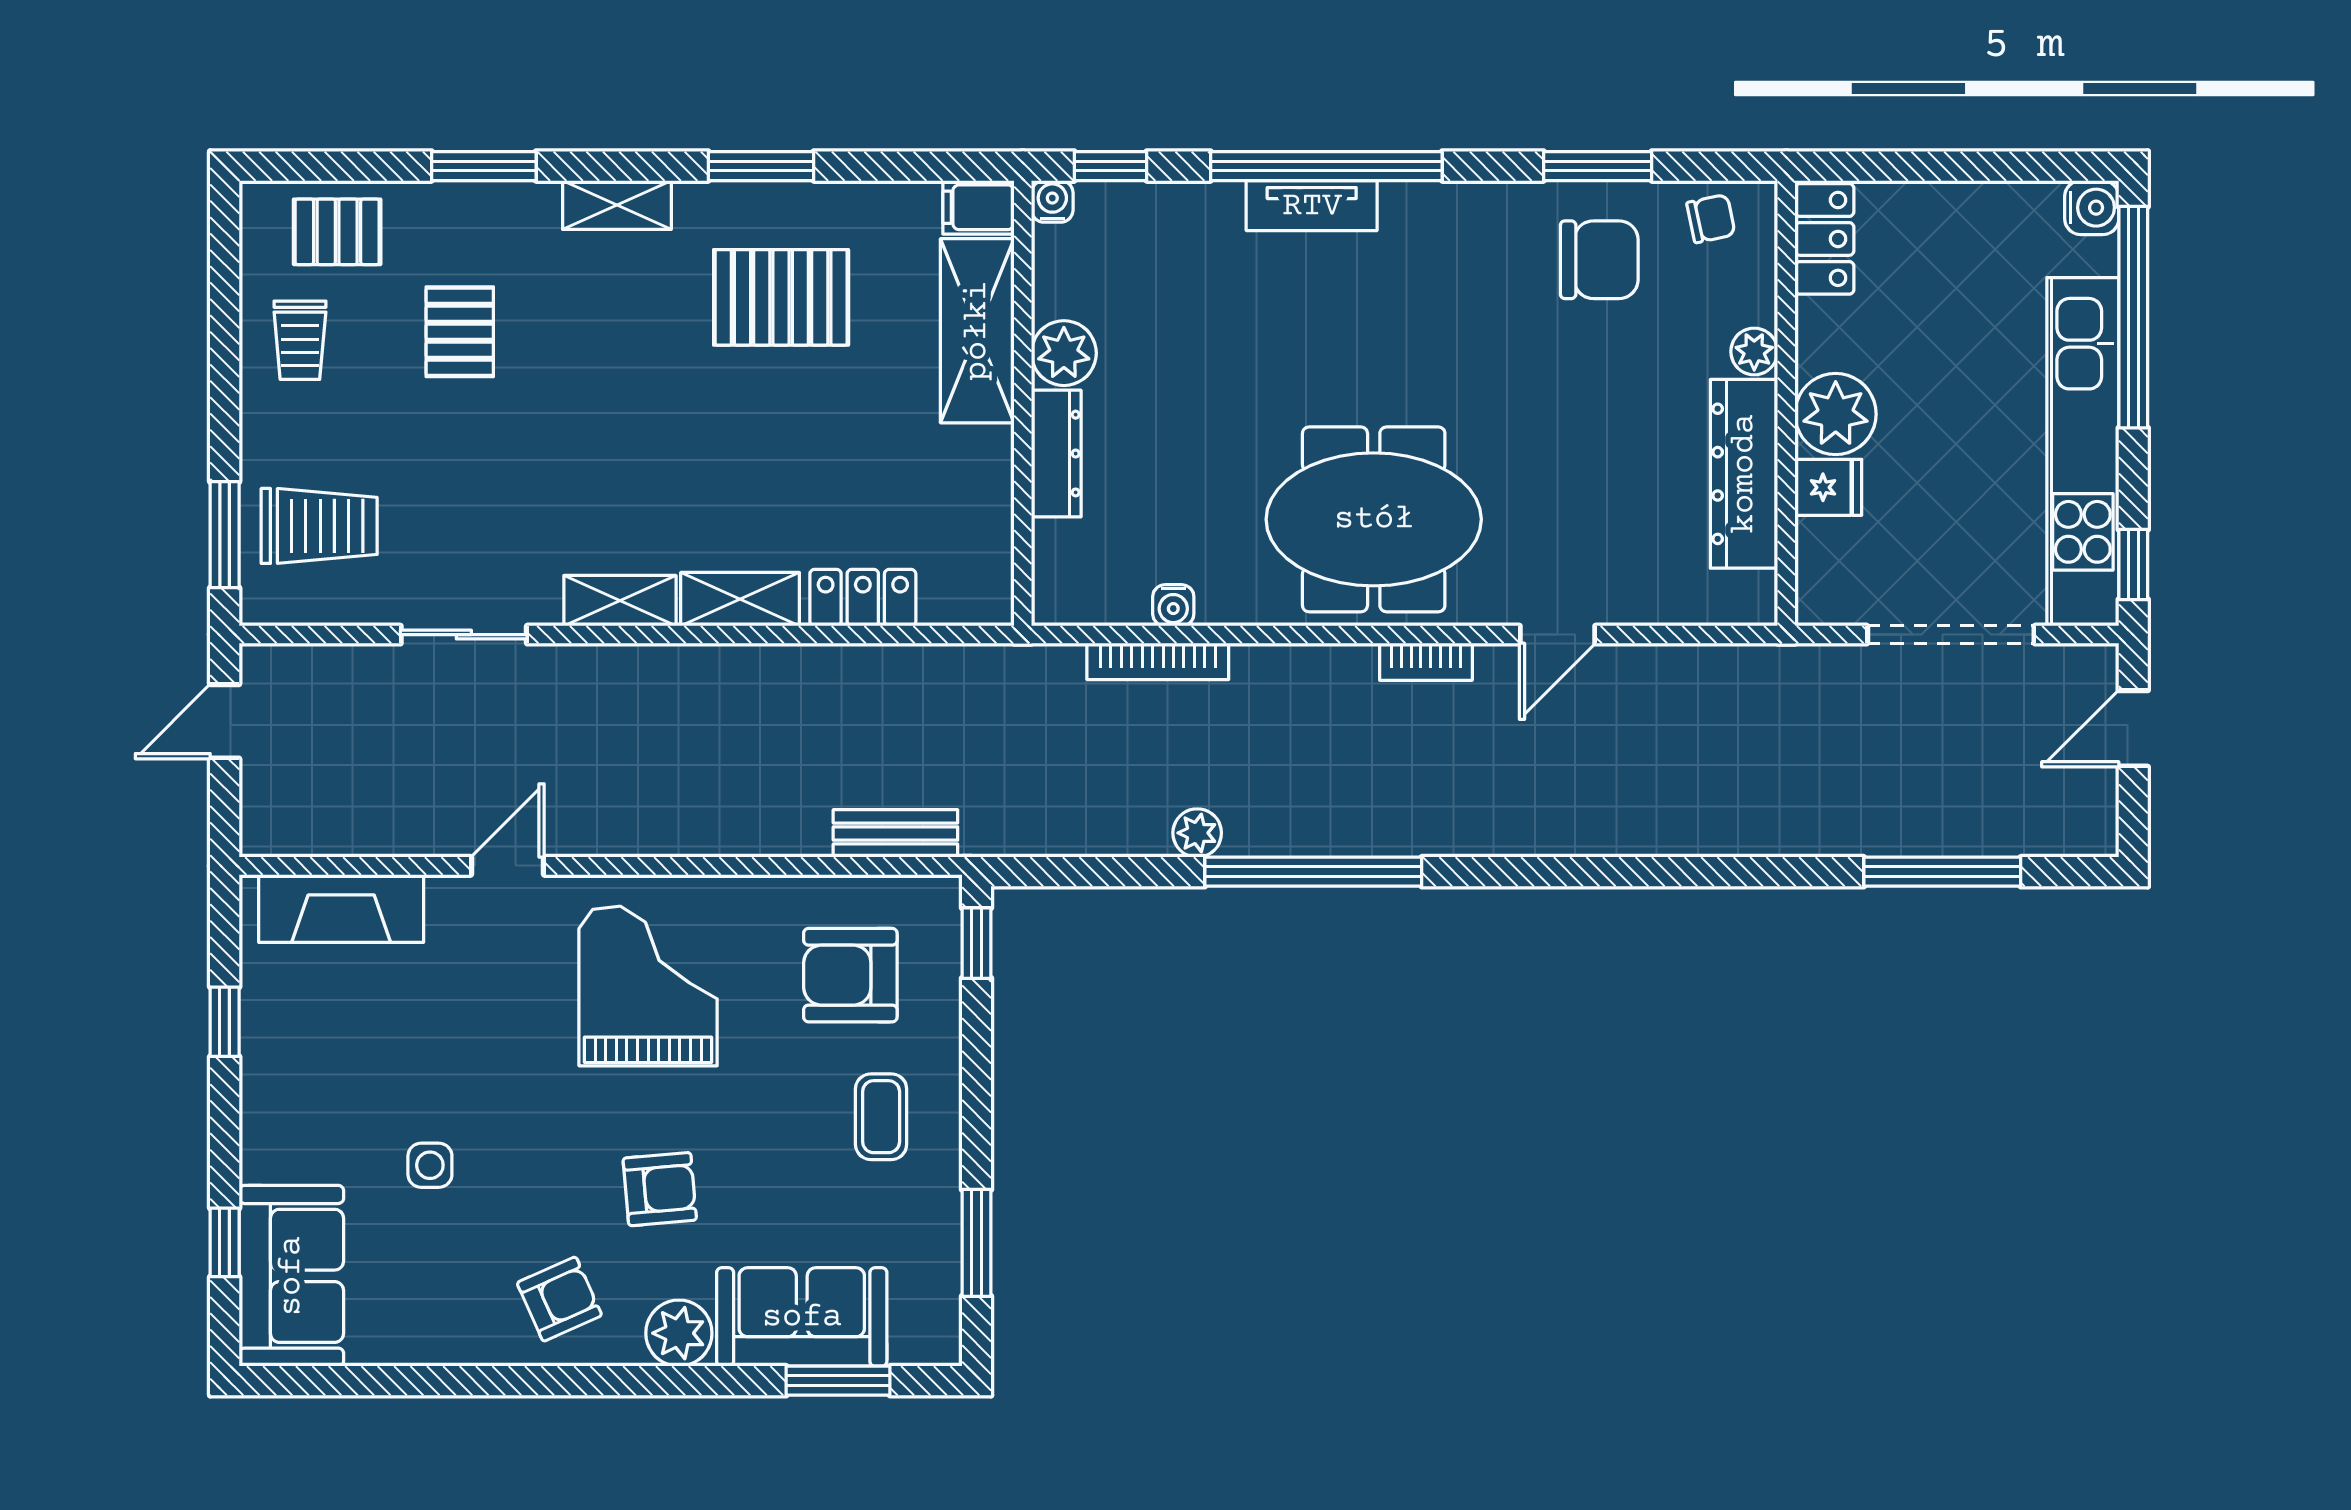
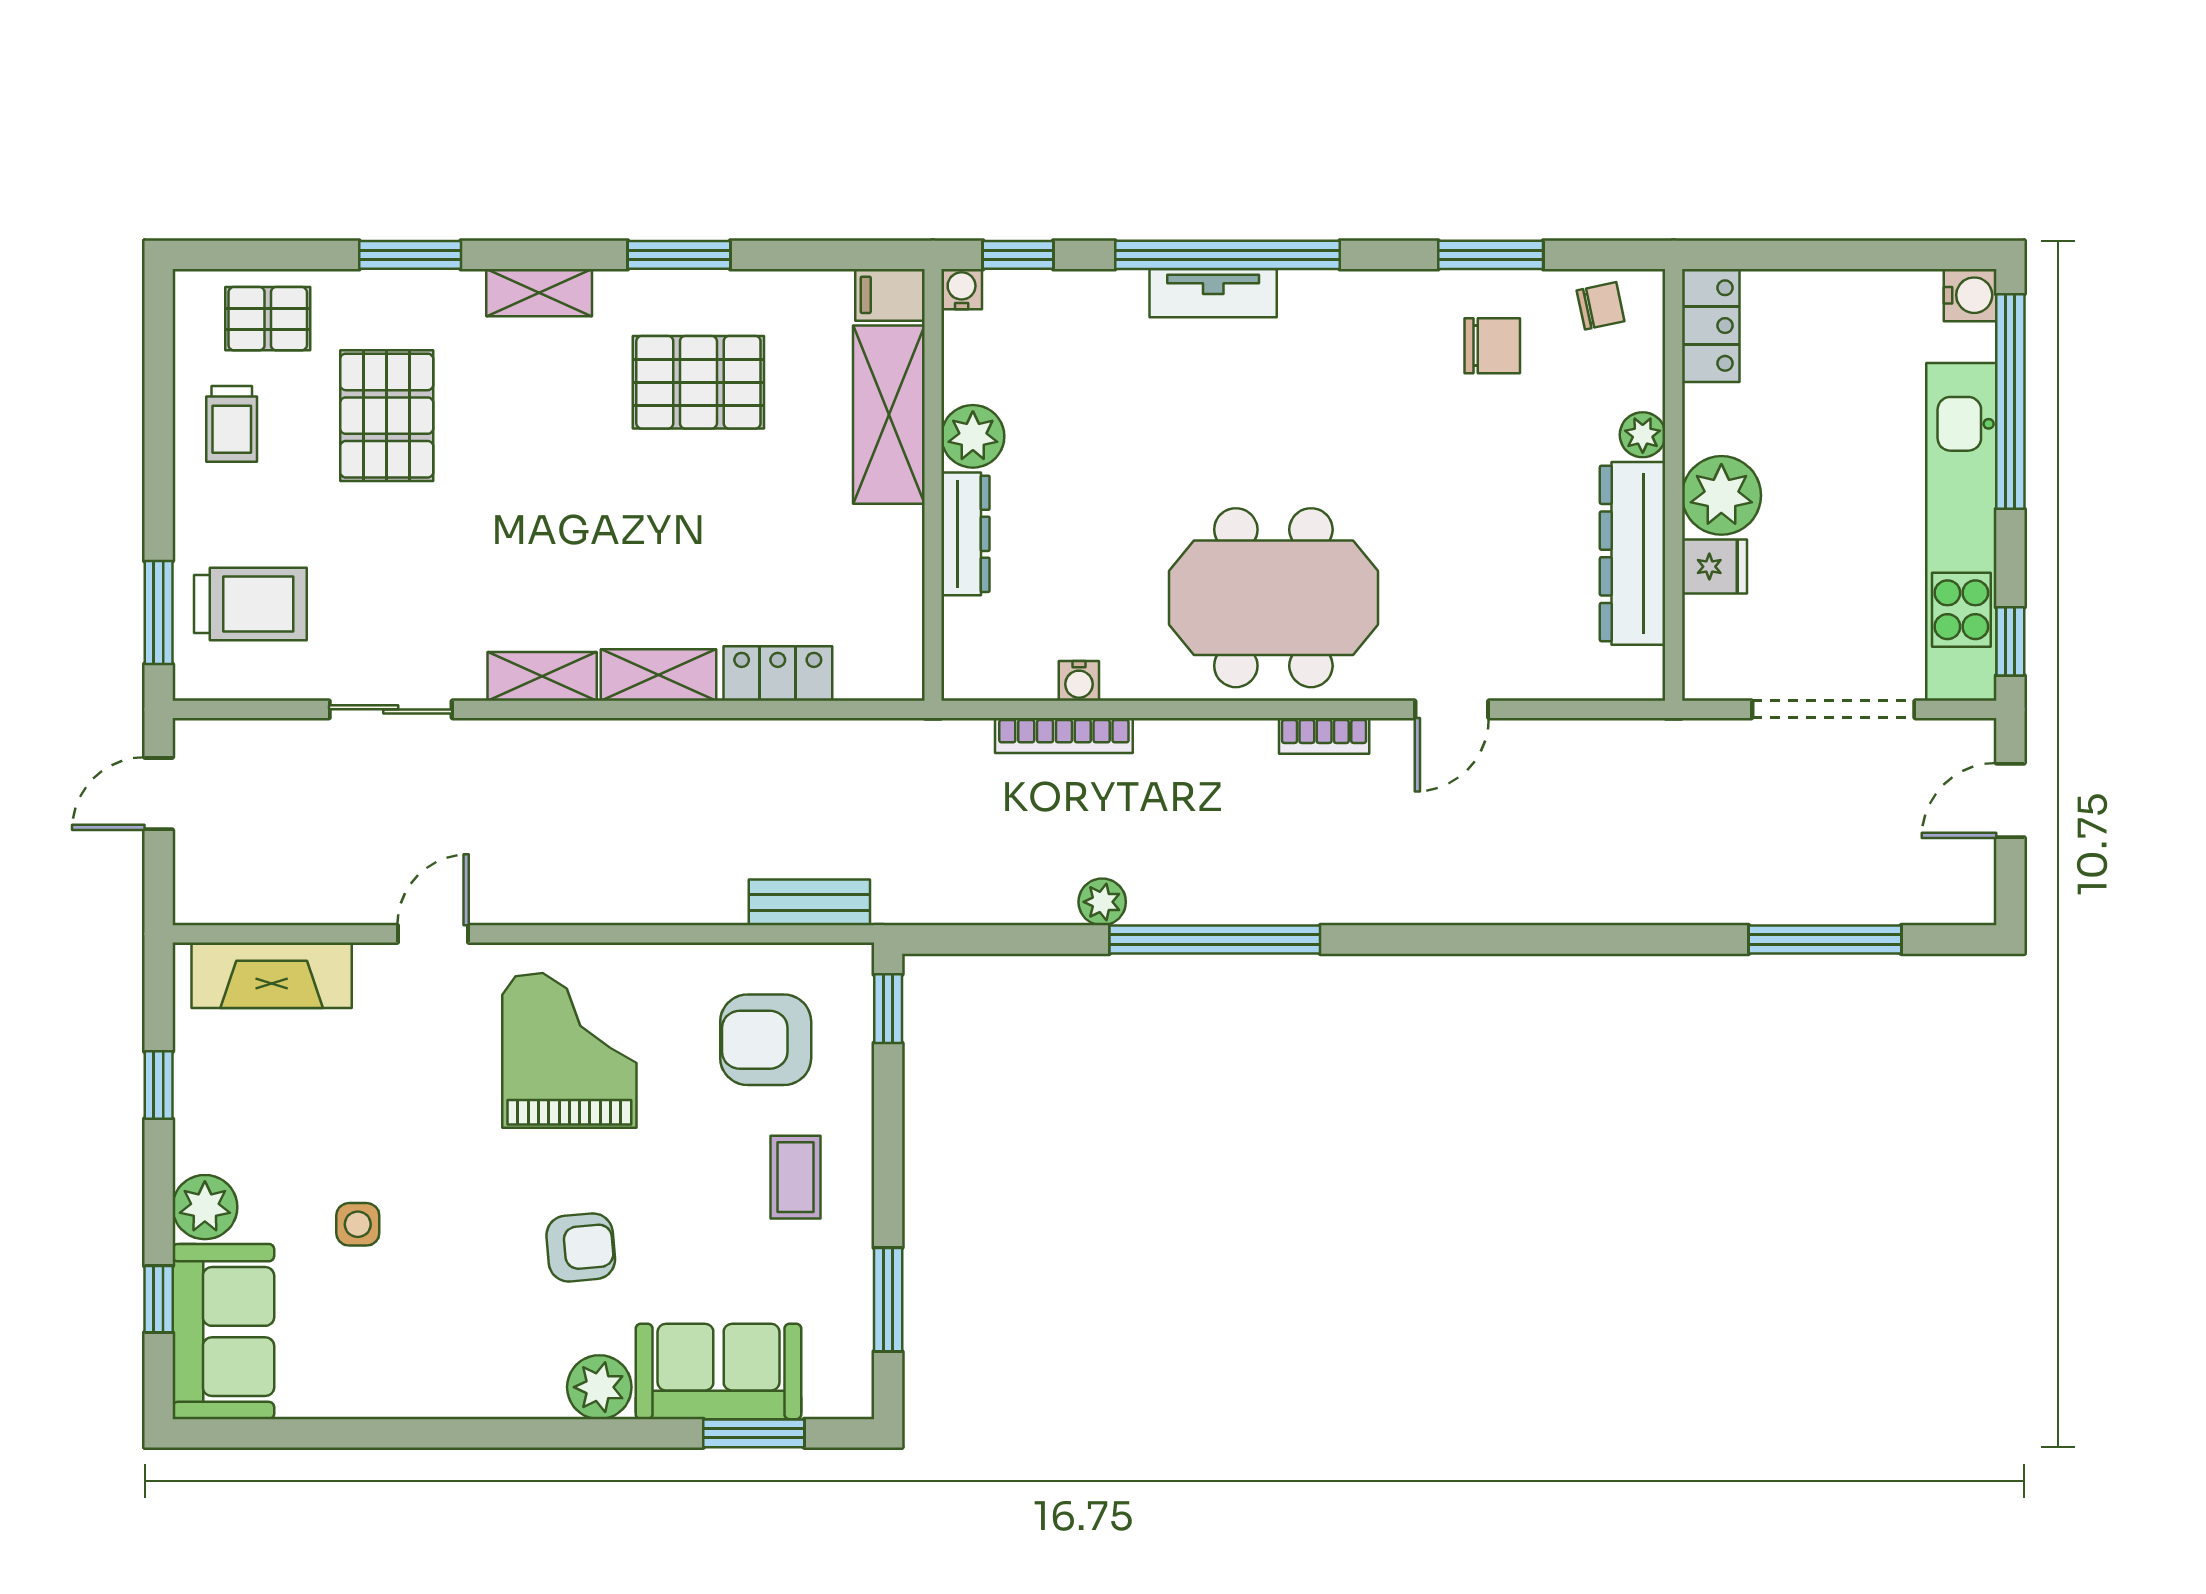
chair: (1599, 260) -> (1492, 346), width x0.73, depth x0.73
pallet: (460, 332) -> (387, 416), width x1.50, depth x1.42
plant: (272, 1148) -> (205, 1207), added
armchair: (559, 1299) -> (483, 1354), removed

